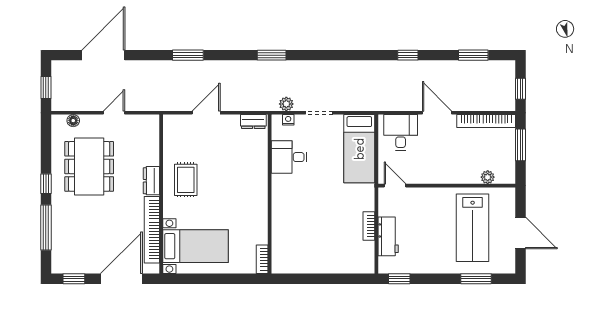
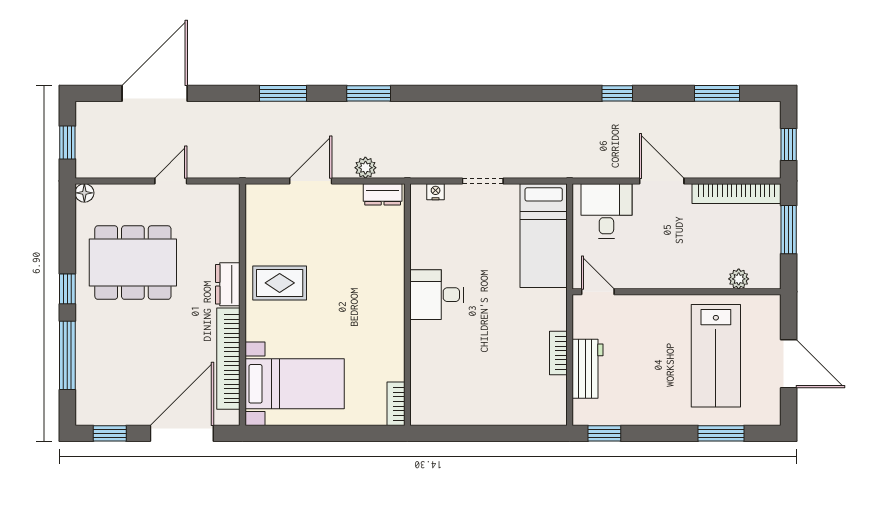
window: (272, 55) -> (369, 93), moved
plant: (286, 104) -> (365, 168), moved
floor lamp: (73, 121) -> (84, 193), moved
desk: (289, 157) -> (437, 295), moved
dining table: (89, 166) -> (133, 263), turned 90
rug: (186, 180) -> (280, 283), turned 90

